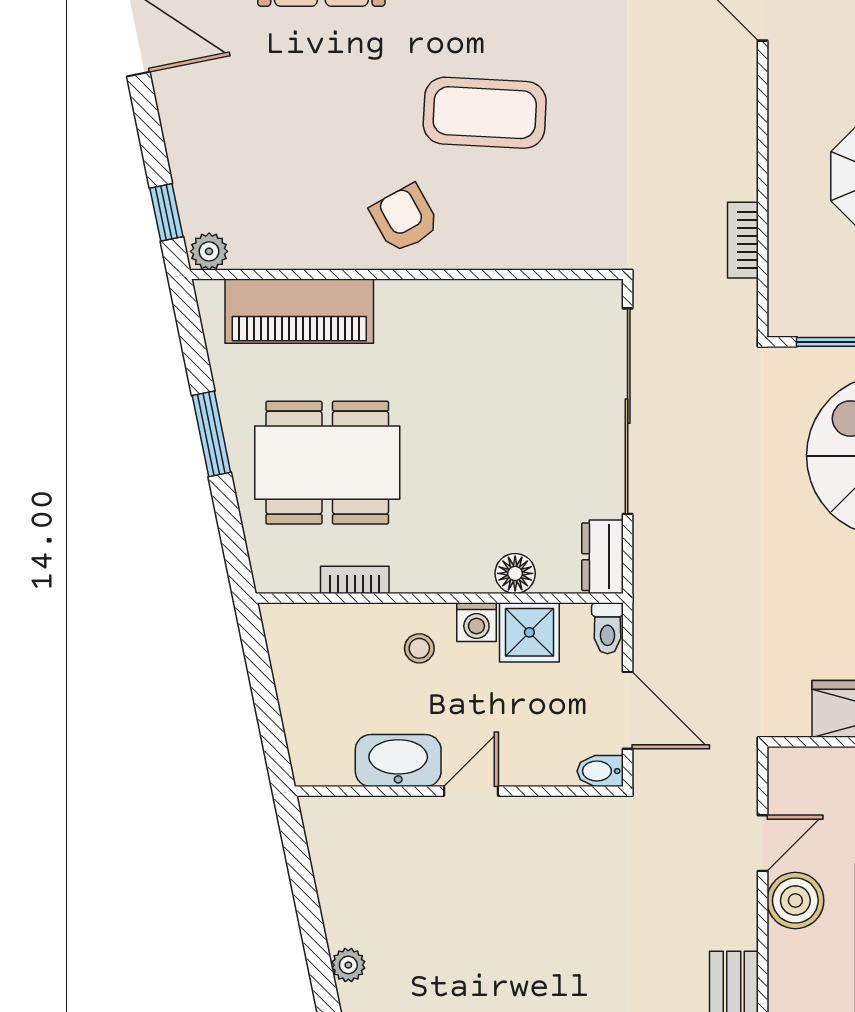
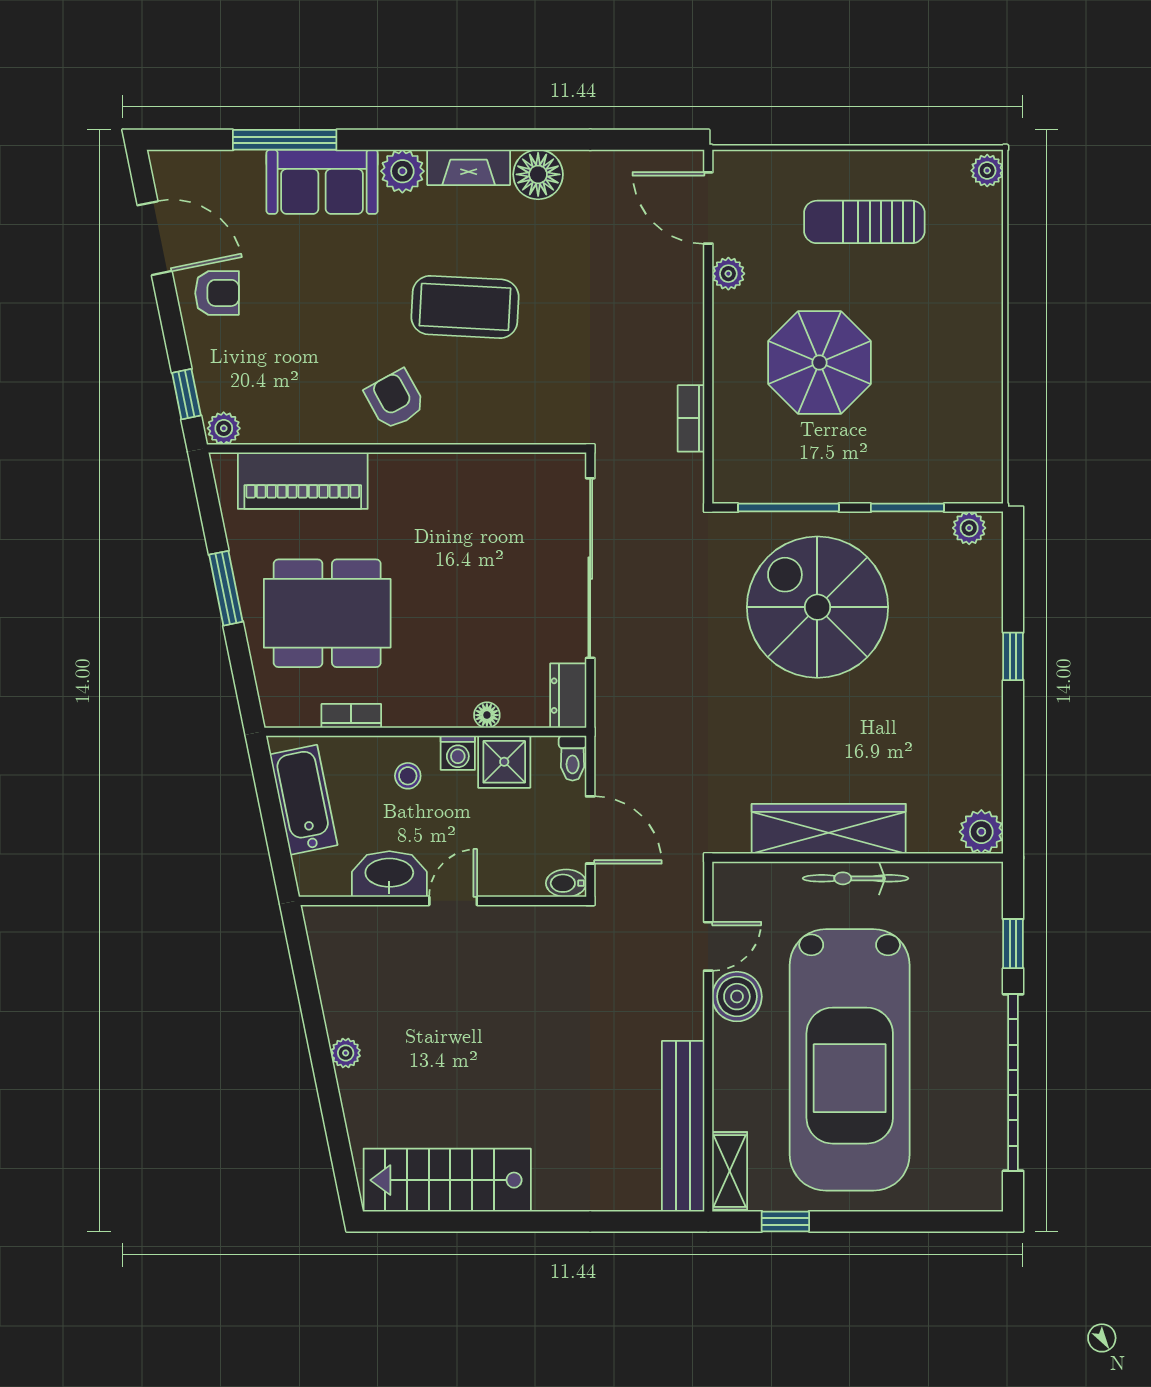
plant: (786, 75) -> (728, 274), added
armchair: (201, 97) -> (217, 293), added
floor lamp: (515, 573) -> (487, 715), width x0.73, depth x0.73
bathtub: (300, 676) -> (304, 800), added

